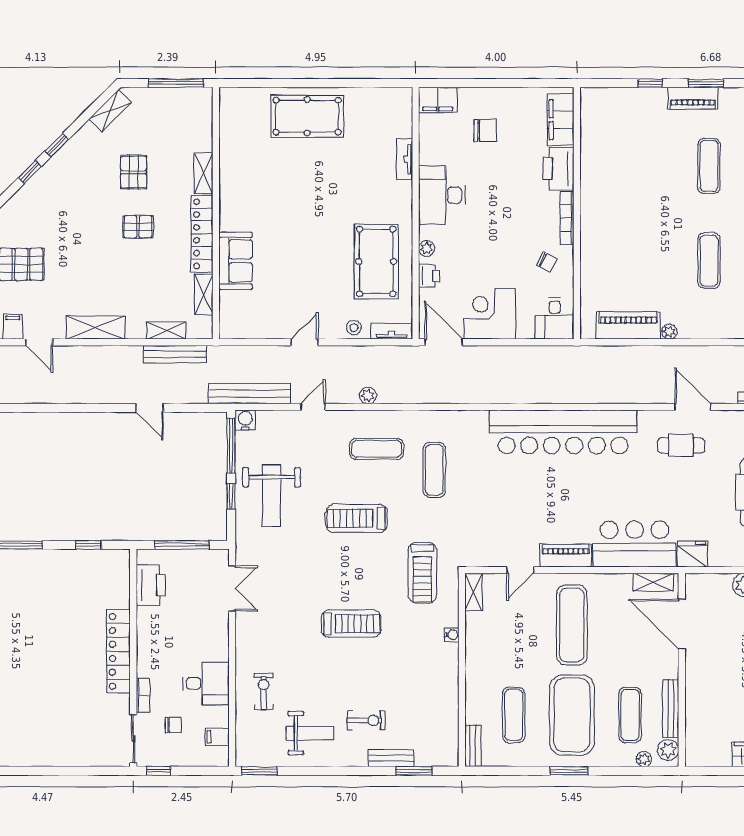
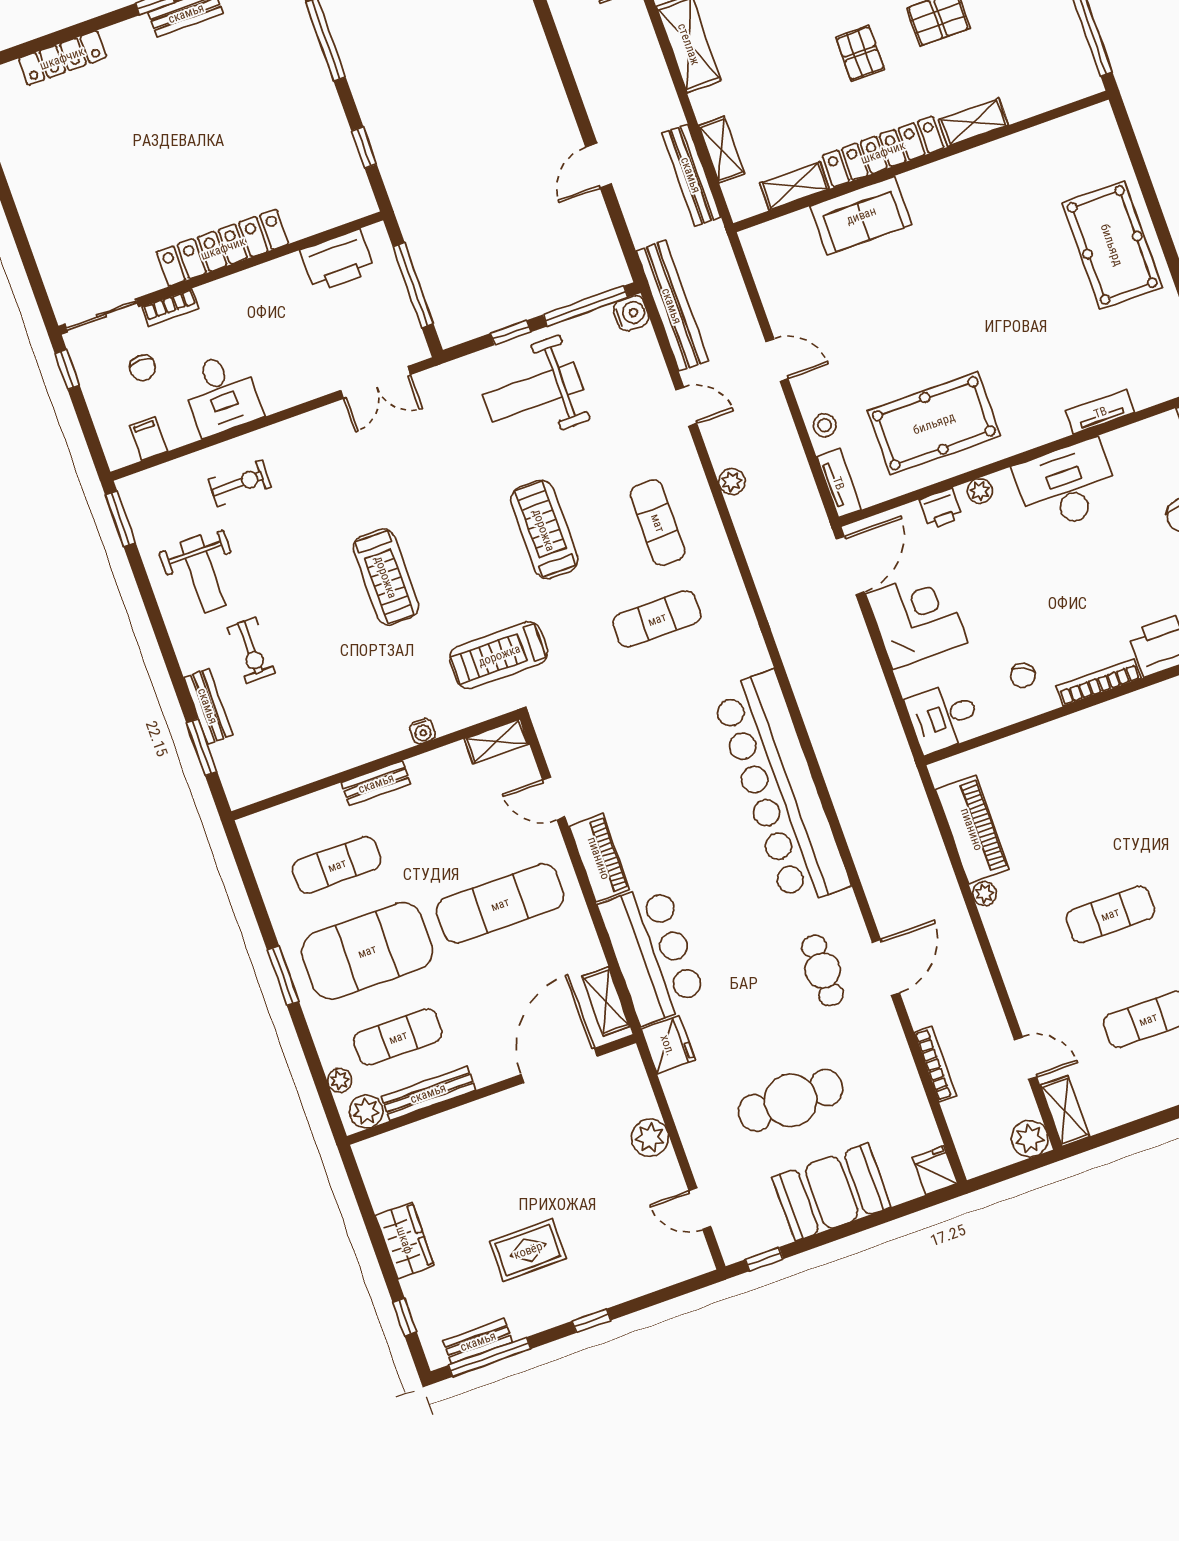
bench: (473, 746) -> (376, 783), moved

